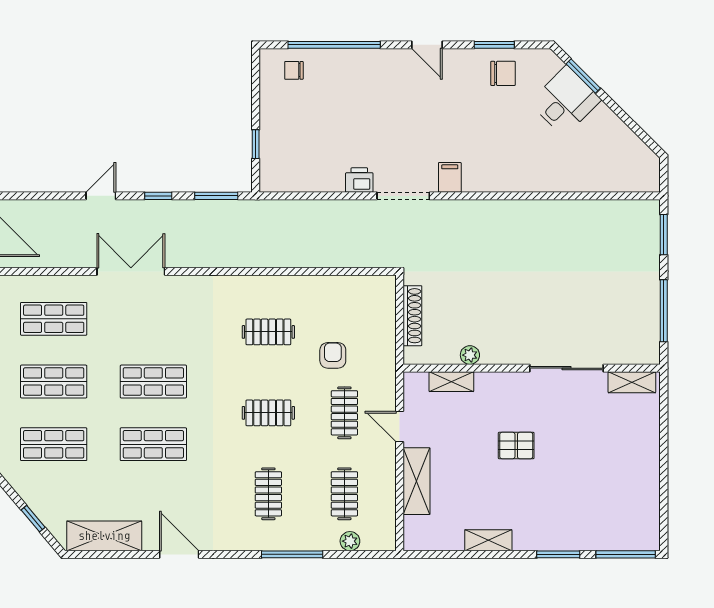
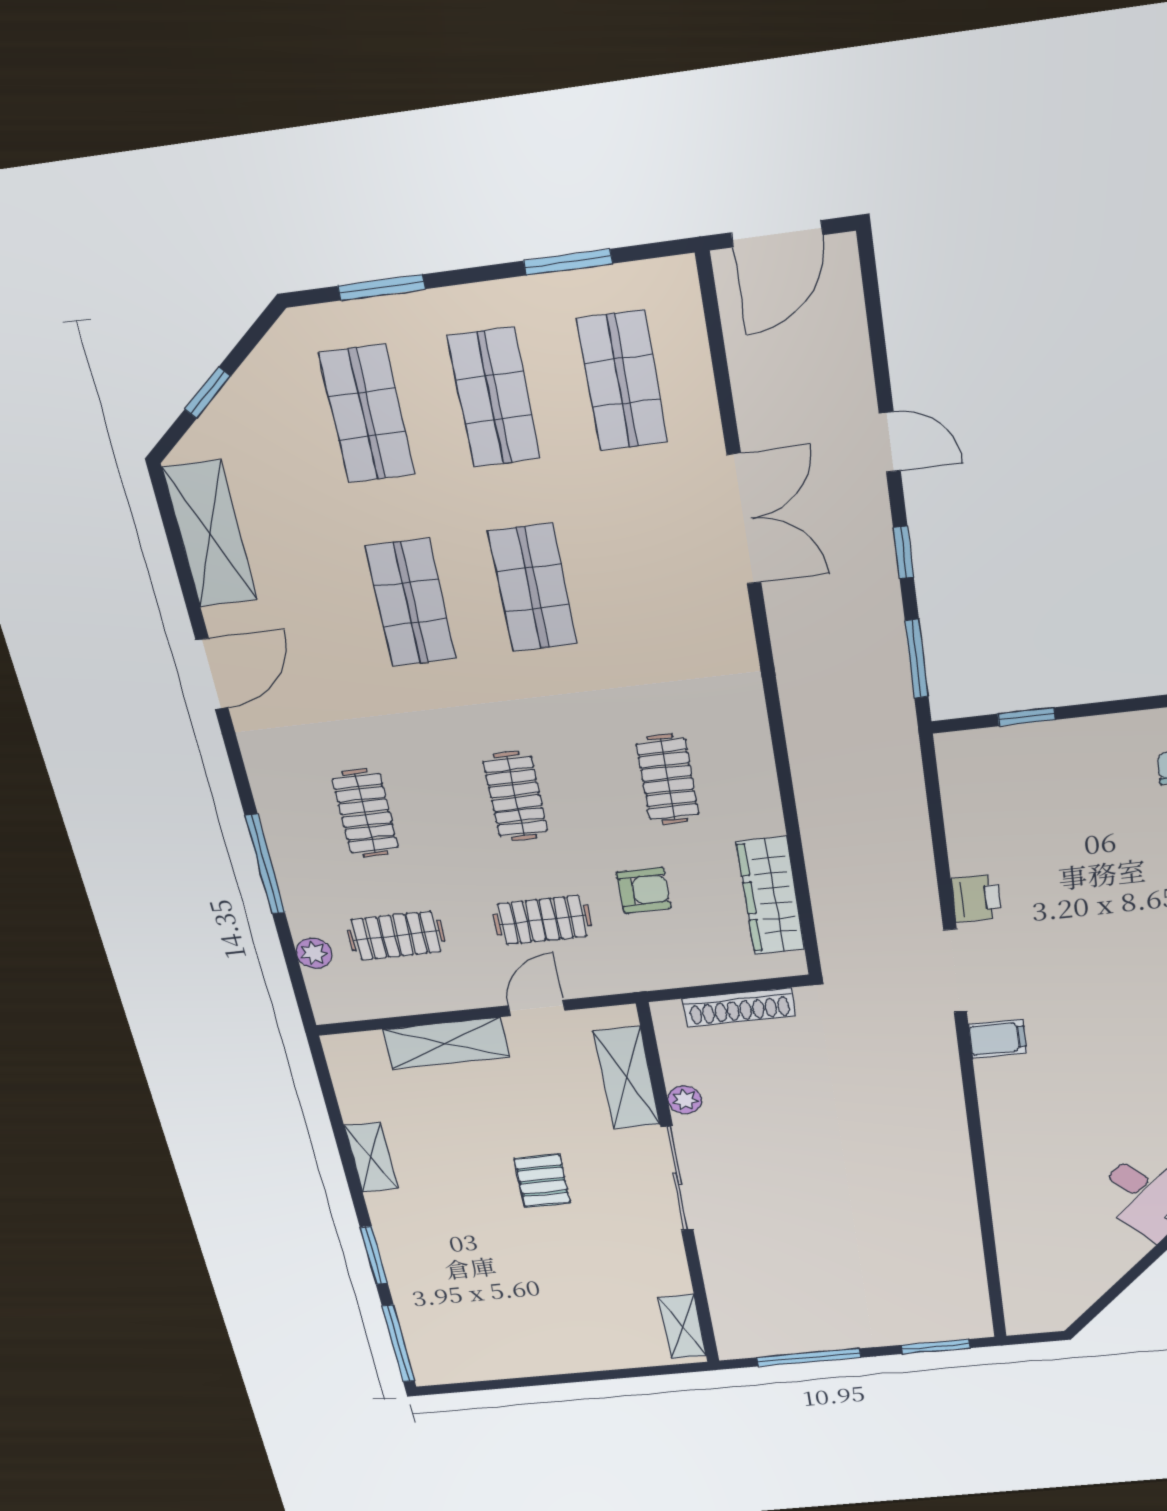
wardrobe: (344, 288) -> (771, 896), added
sliding door: (567, 368) -> (677, 1179), moved
shelving: (451, 382) -> (627, 1078), width x1.50, depth x1.33
clothes rail: (268, 494) -> (365, 813), turned 90

